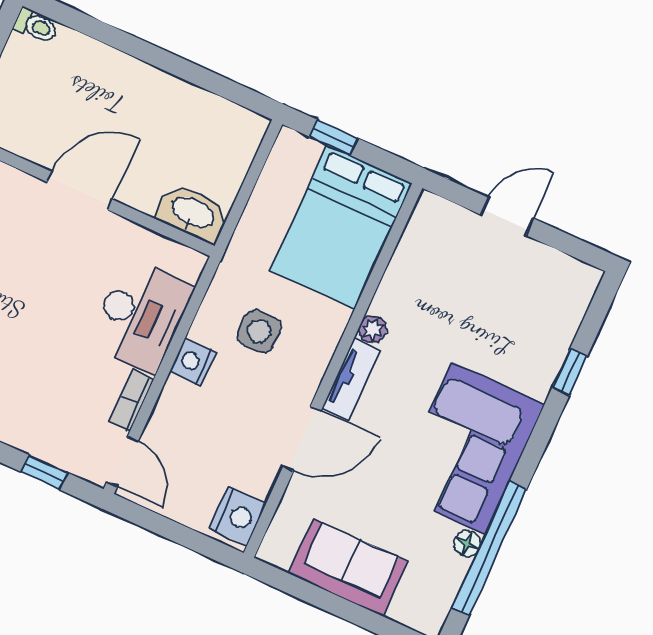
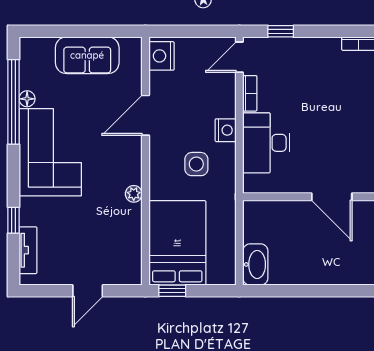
window: (334, 137) -> (172, 291), moved
door: (80, 191) -> (332, 197), hinge flipped
washbasin: (192, 213) -> (255, 264), moved, turned -90
tv unit: (351, 380) -> (28, 250), moved, turned 180
door: (123, 461) -> (239, 57), hinge flipped

